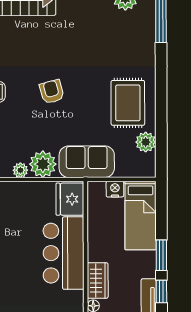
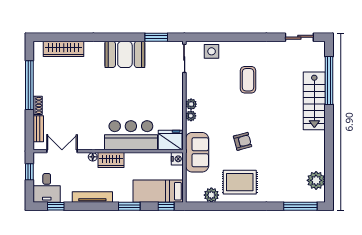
armchair: (52, 92) -> (242, 141), moved
plant: (43, 164) -> (191, 116), width x0.53, depth x0.53
nightstand: (115, 189) -> (177, 159), moved
window: (161, 291) -> (166, 206), moved

